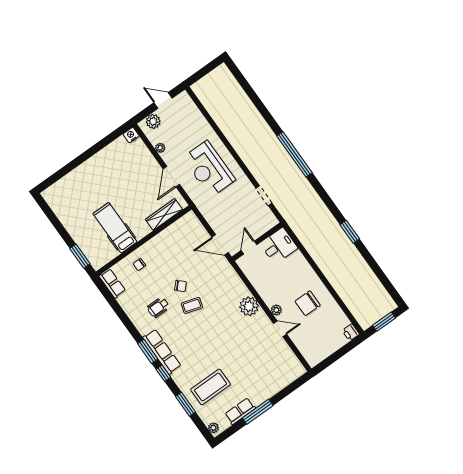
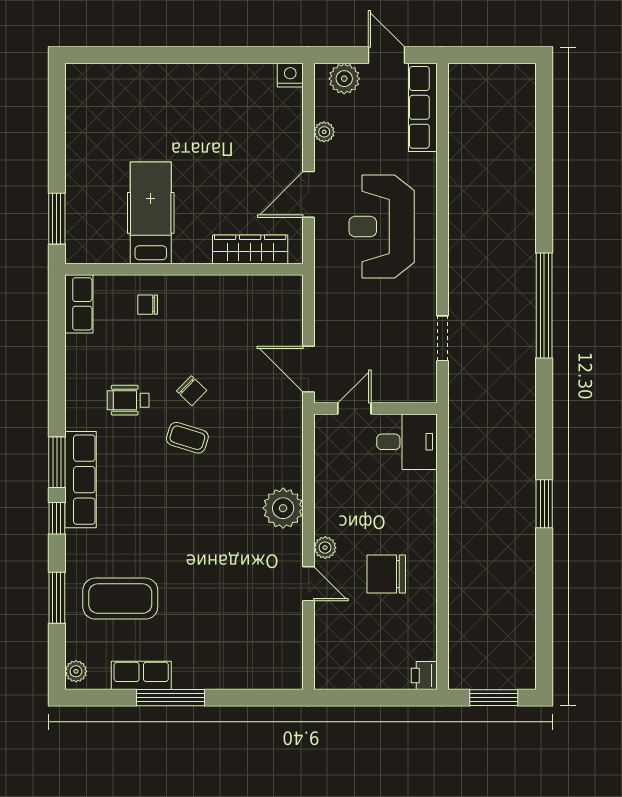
row of seats: (192, 111) -> (423, 107), added

